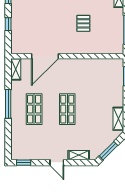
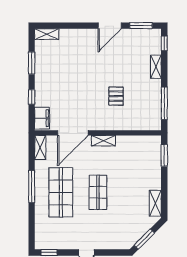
filing cabinet: (17, 43) -> (42, 118), added
shop shelf: (34, 109) -> (61, 192), width x1.43, depth x1.36
shelving: (79, 155) -> (103, 141), moved

